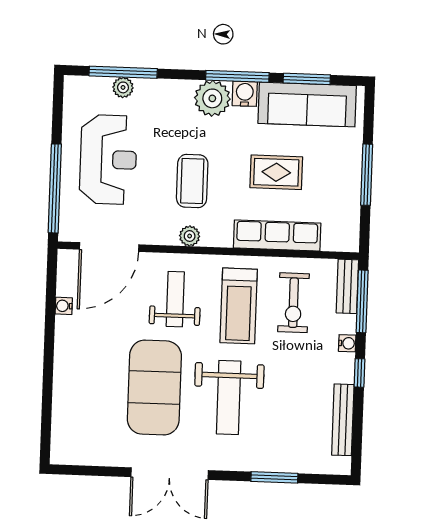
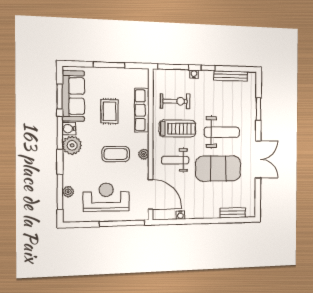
bench: (347, 286) -> (233, 213), moved

